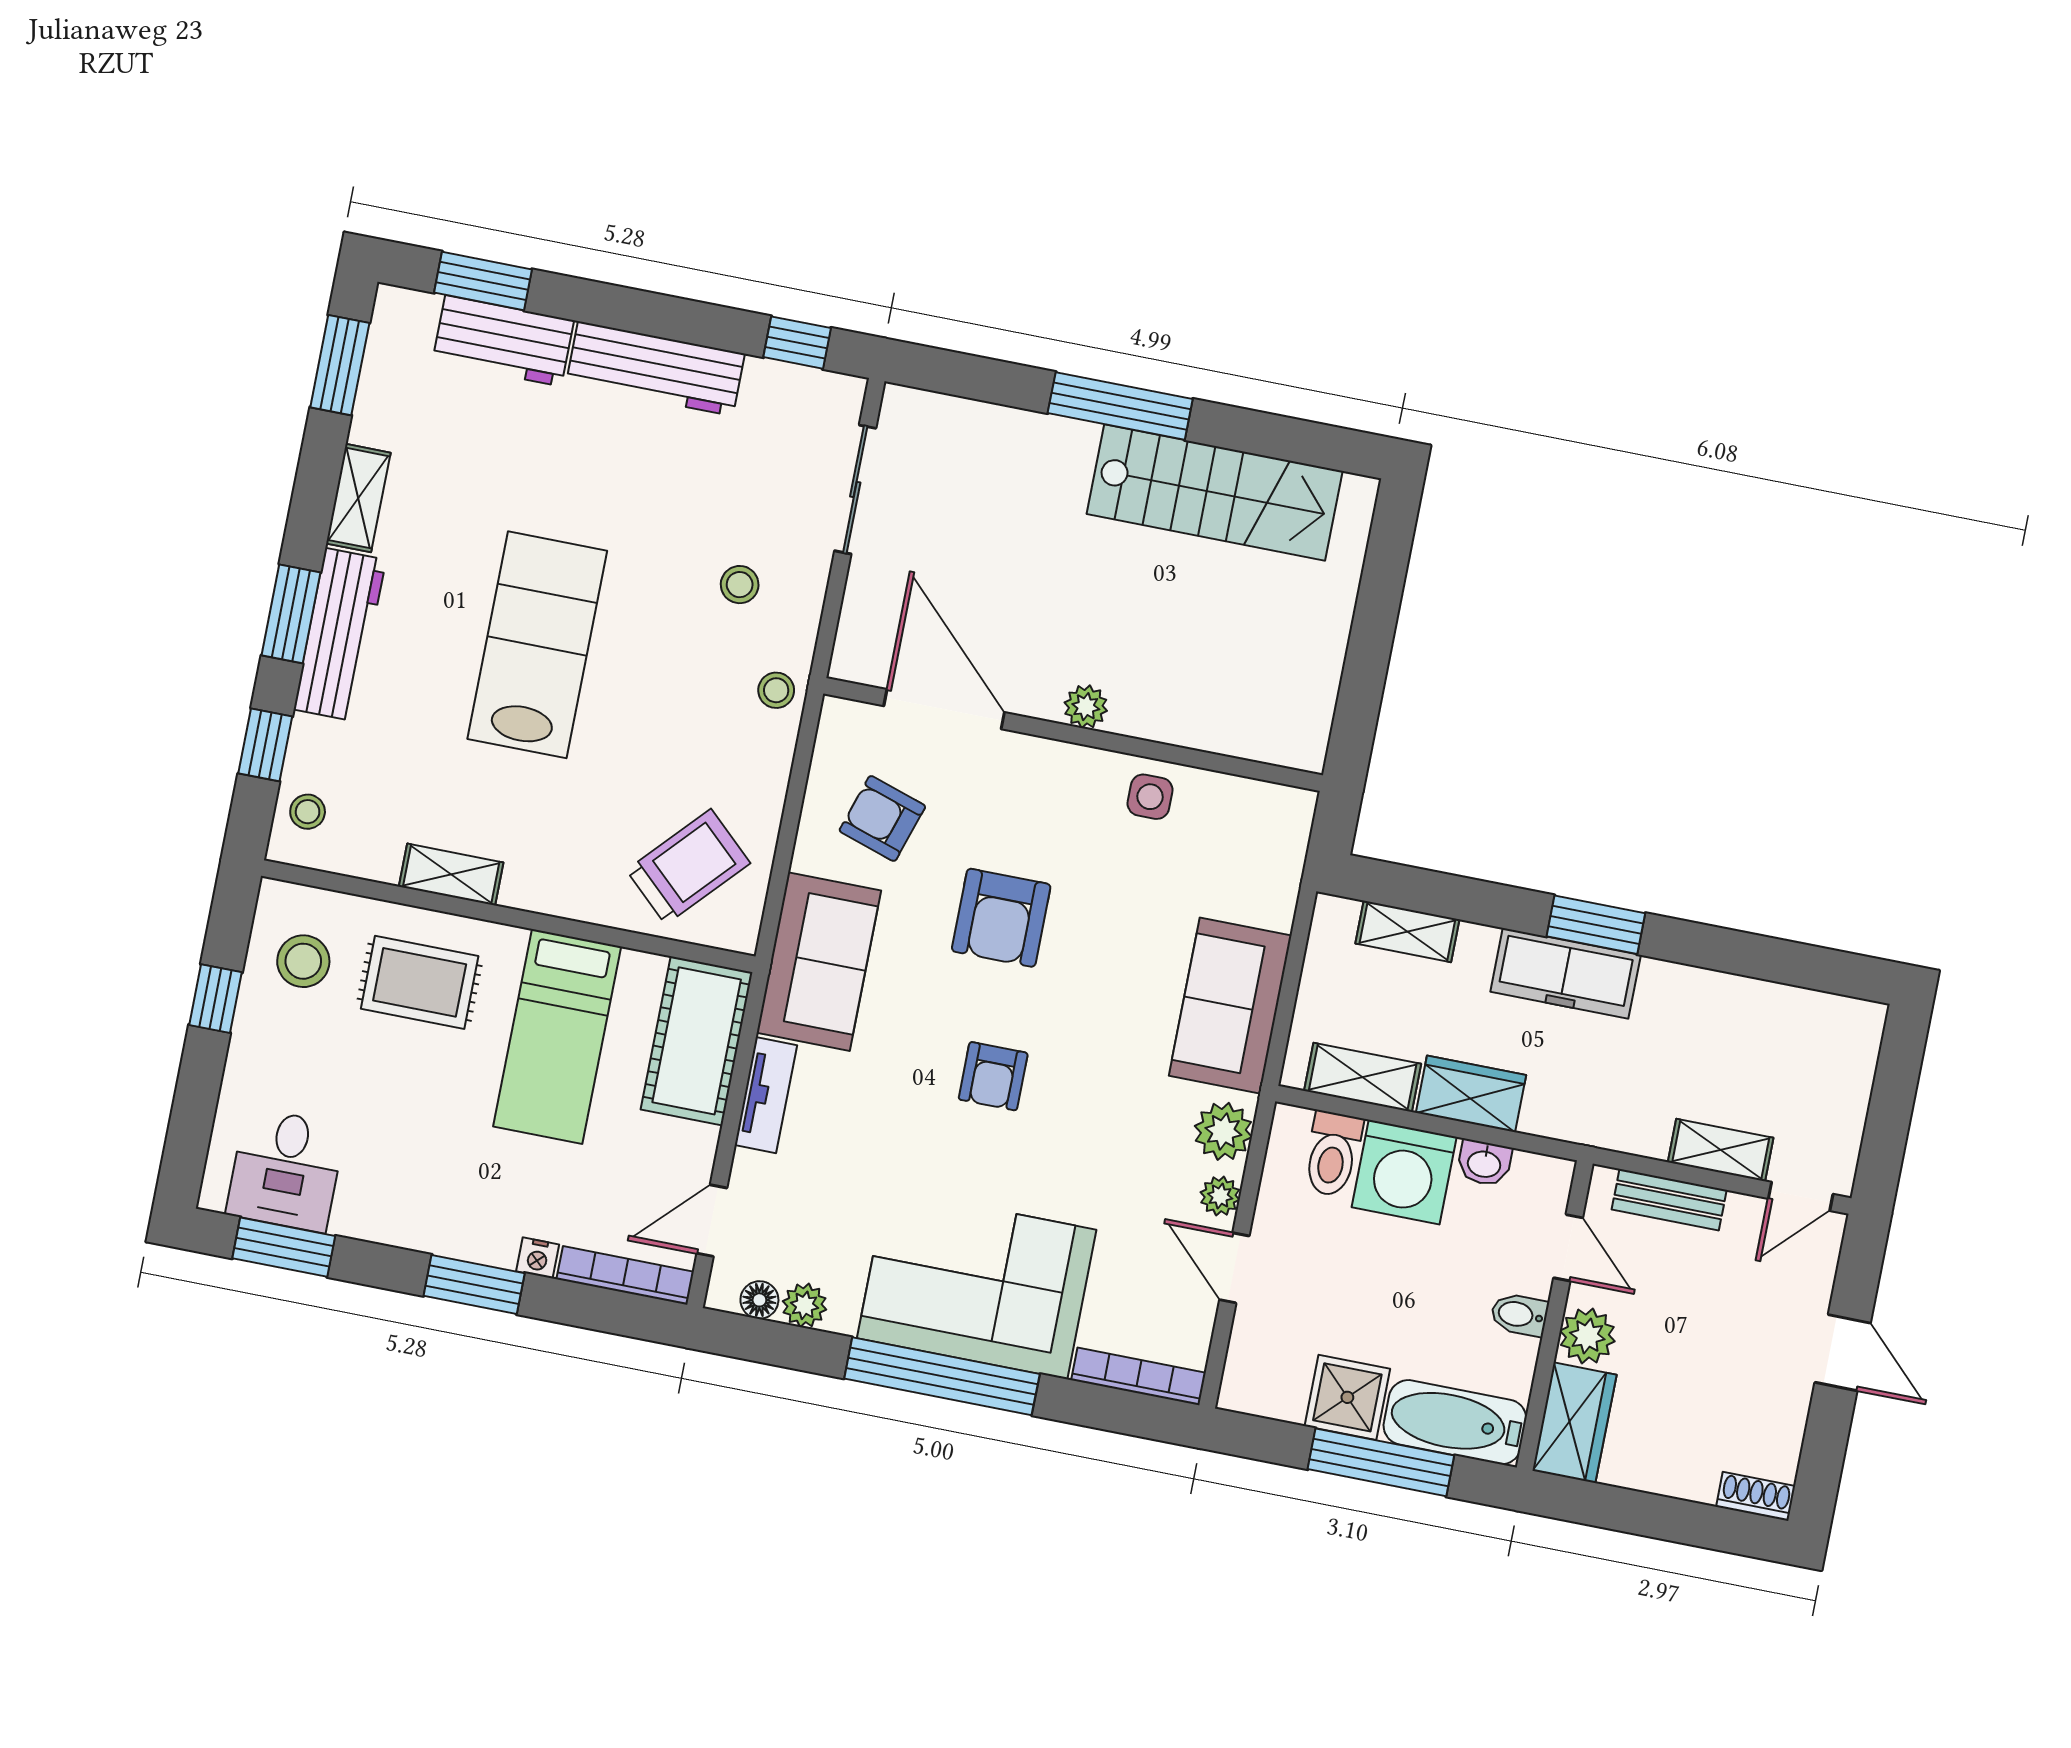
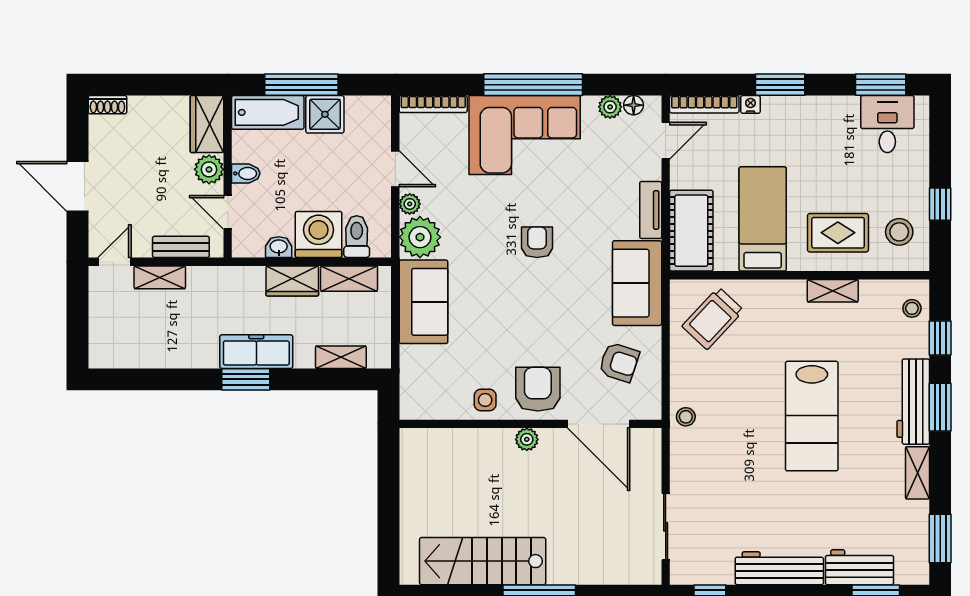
stool: (740, 585) -> (715, 467), removed
armchair: (1001, 918) -> (538, 389), moved
plant: (1223, 1131) -> (420, 237), width x1.36, depth x1.36
door: (1843, 1353) -> (78, 186), width x1.38

